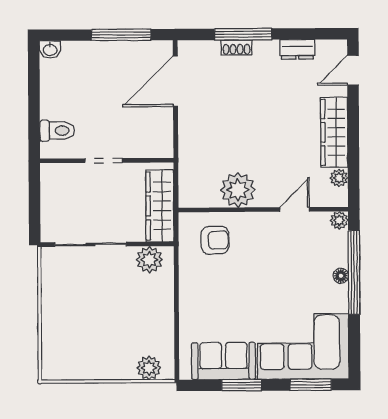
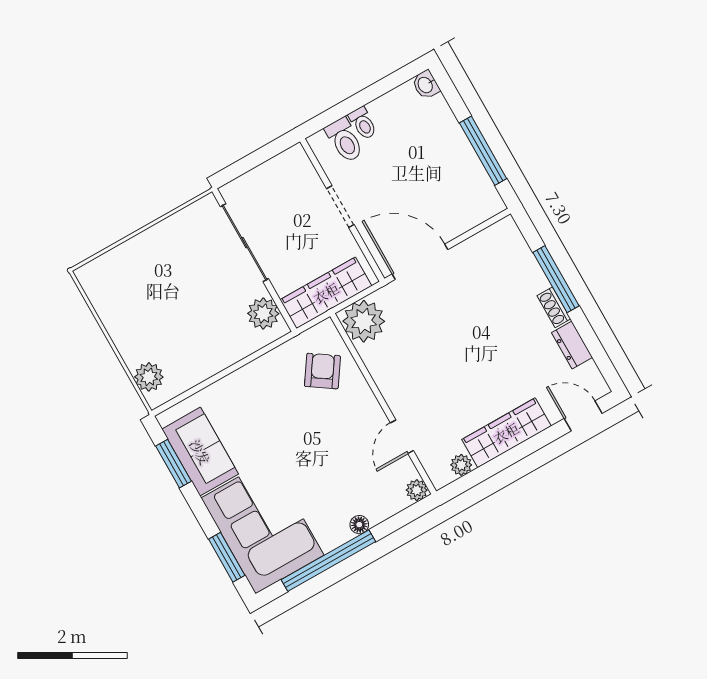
shoe rack: (236, 47) -> (554, 307), moved
door: (175, 81) -> (420, 262), moved
toilet: (52, 111) -> (363, 123), added
plant: (238, 190) -> (364, 321), moved
door: (295, 209) -> (402, 437), swing flipped
armchair: (215, 240) -> (322, 371), turned -144
window: (354, 272) -> (328, 561), moved
window: (242, 385) -> (173, 464), moved

